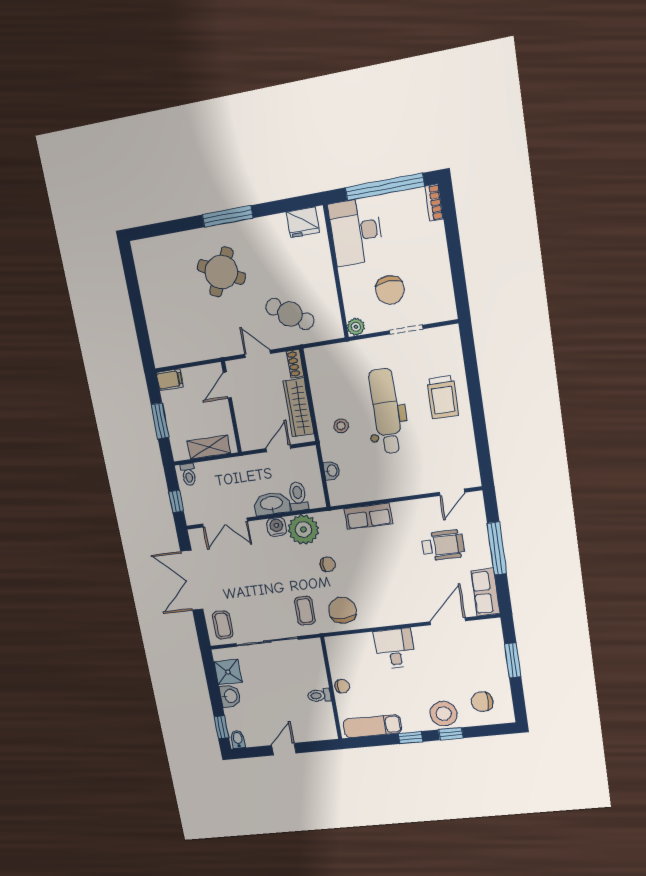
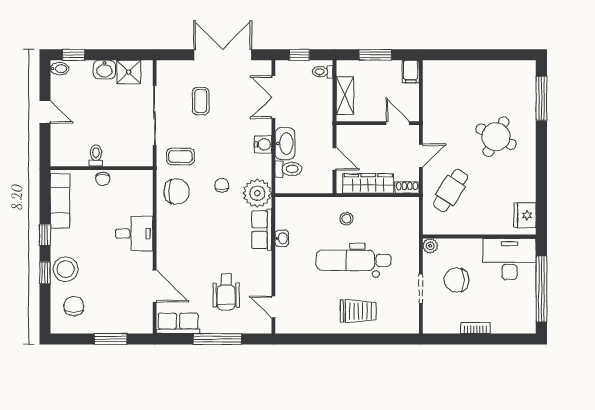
bookcase: (434, 203) -> (475, 328), moved
window: (228, 216) -> (541, 98), moved
trolley: (443, 397) -> (358, 311), turned 180
dental chair: (386, 411) -> (354, 260), turned 180
washbasin: (332, 471) -> (282, 238), moved, turned -90
plant: (303, 529) -> (257, 193), moved
chair: (328, 564) -> (222, 185), turned 180
coffee table: (223, 625) -> (201, 101), moved, turned 90

